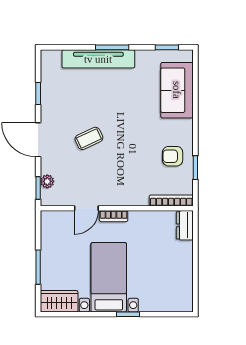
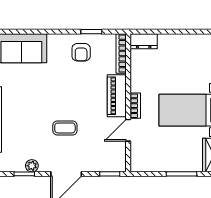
coffee table: (89, 138) -> (65, 128), turned -65
plant: (47, 181) -> (32, 166), moved
piano: (125, 196) -> (117, 96), added
door: (86, 208) -> (128, 130), swing flipped

